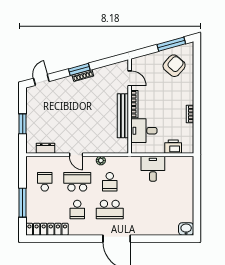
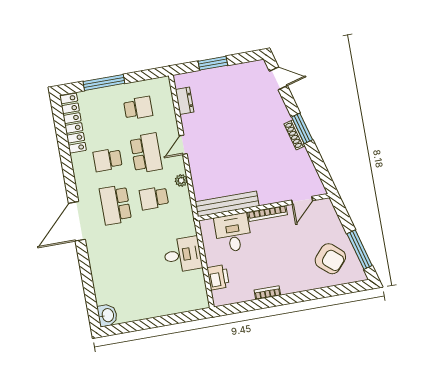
bench: (123, 116) -> (227, 204), moved

